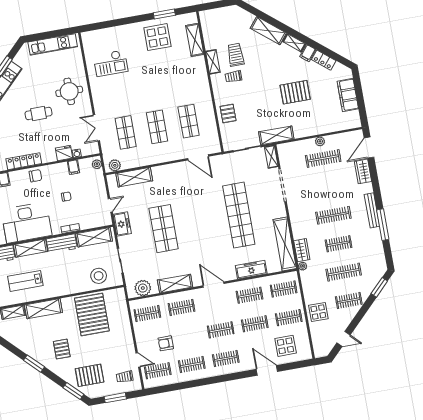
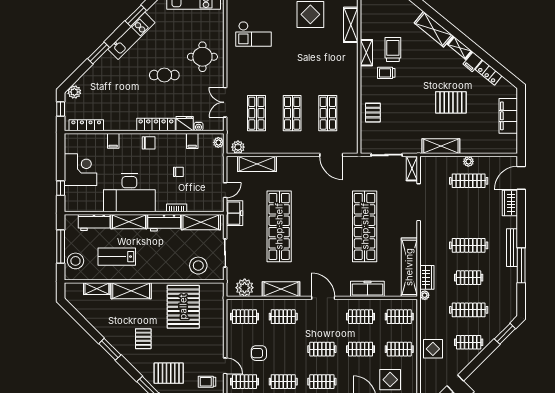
shelving: (276, 135) -> (441, 146), moved
locker: (24, 161) -> (156, 125), moved
shop shelf: (164, 229) -> (279, 226), width x1.40

